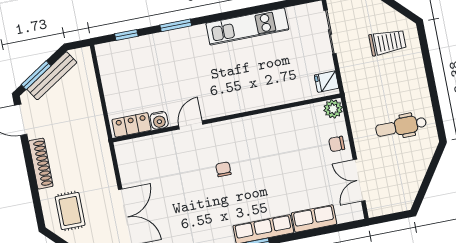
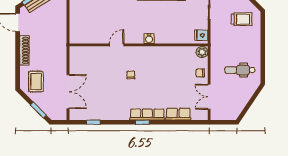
water cooler: (159, 120) -> (149, 39), moved
locker: (132, 125) -> (82, 38), removed

